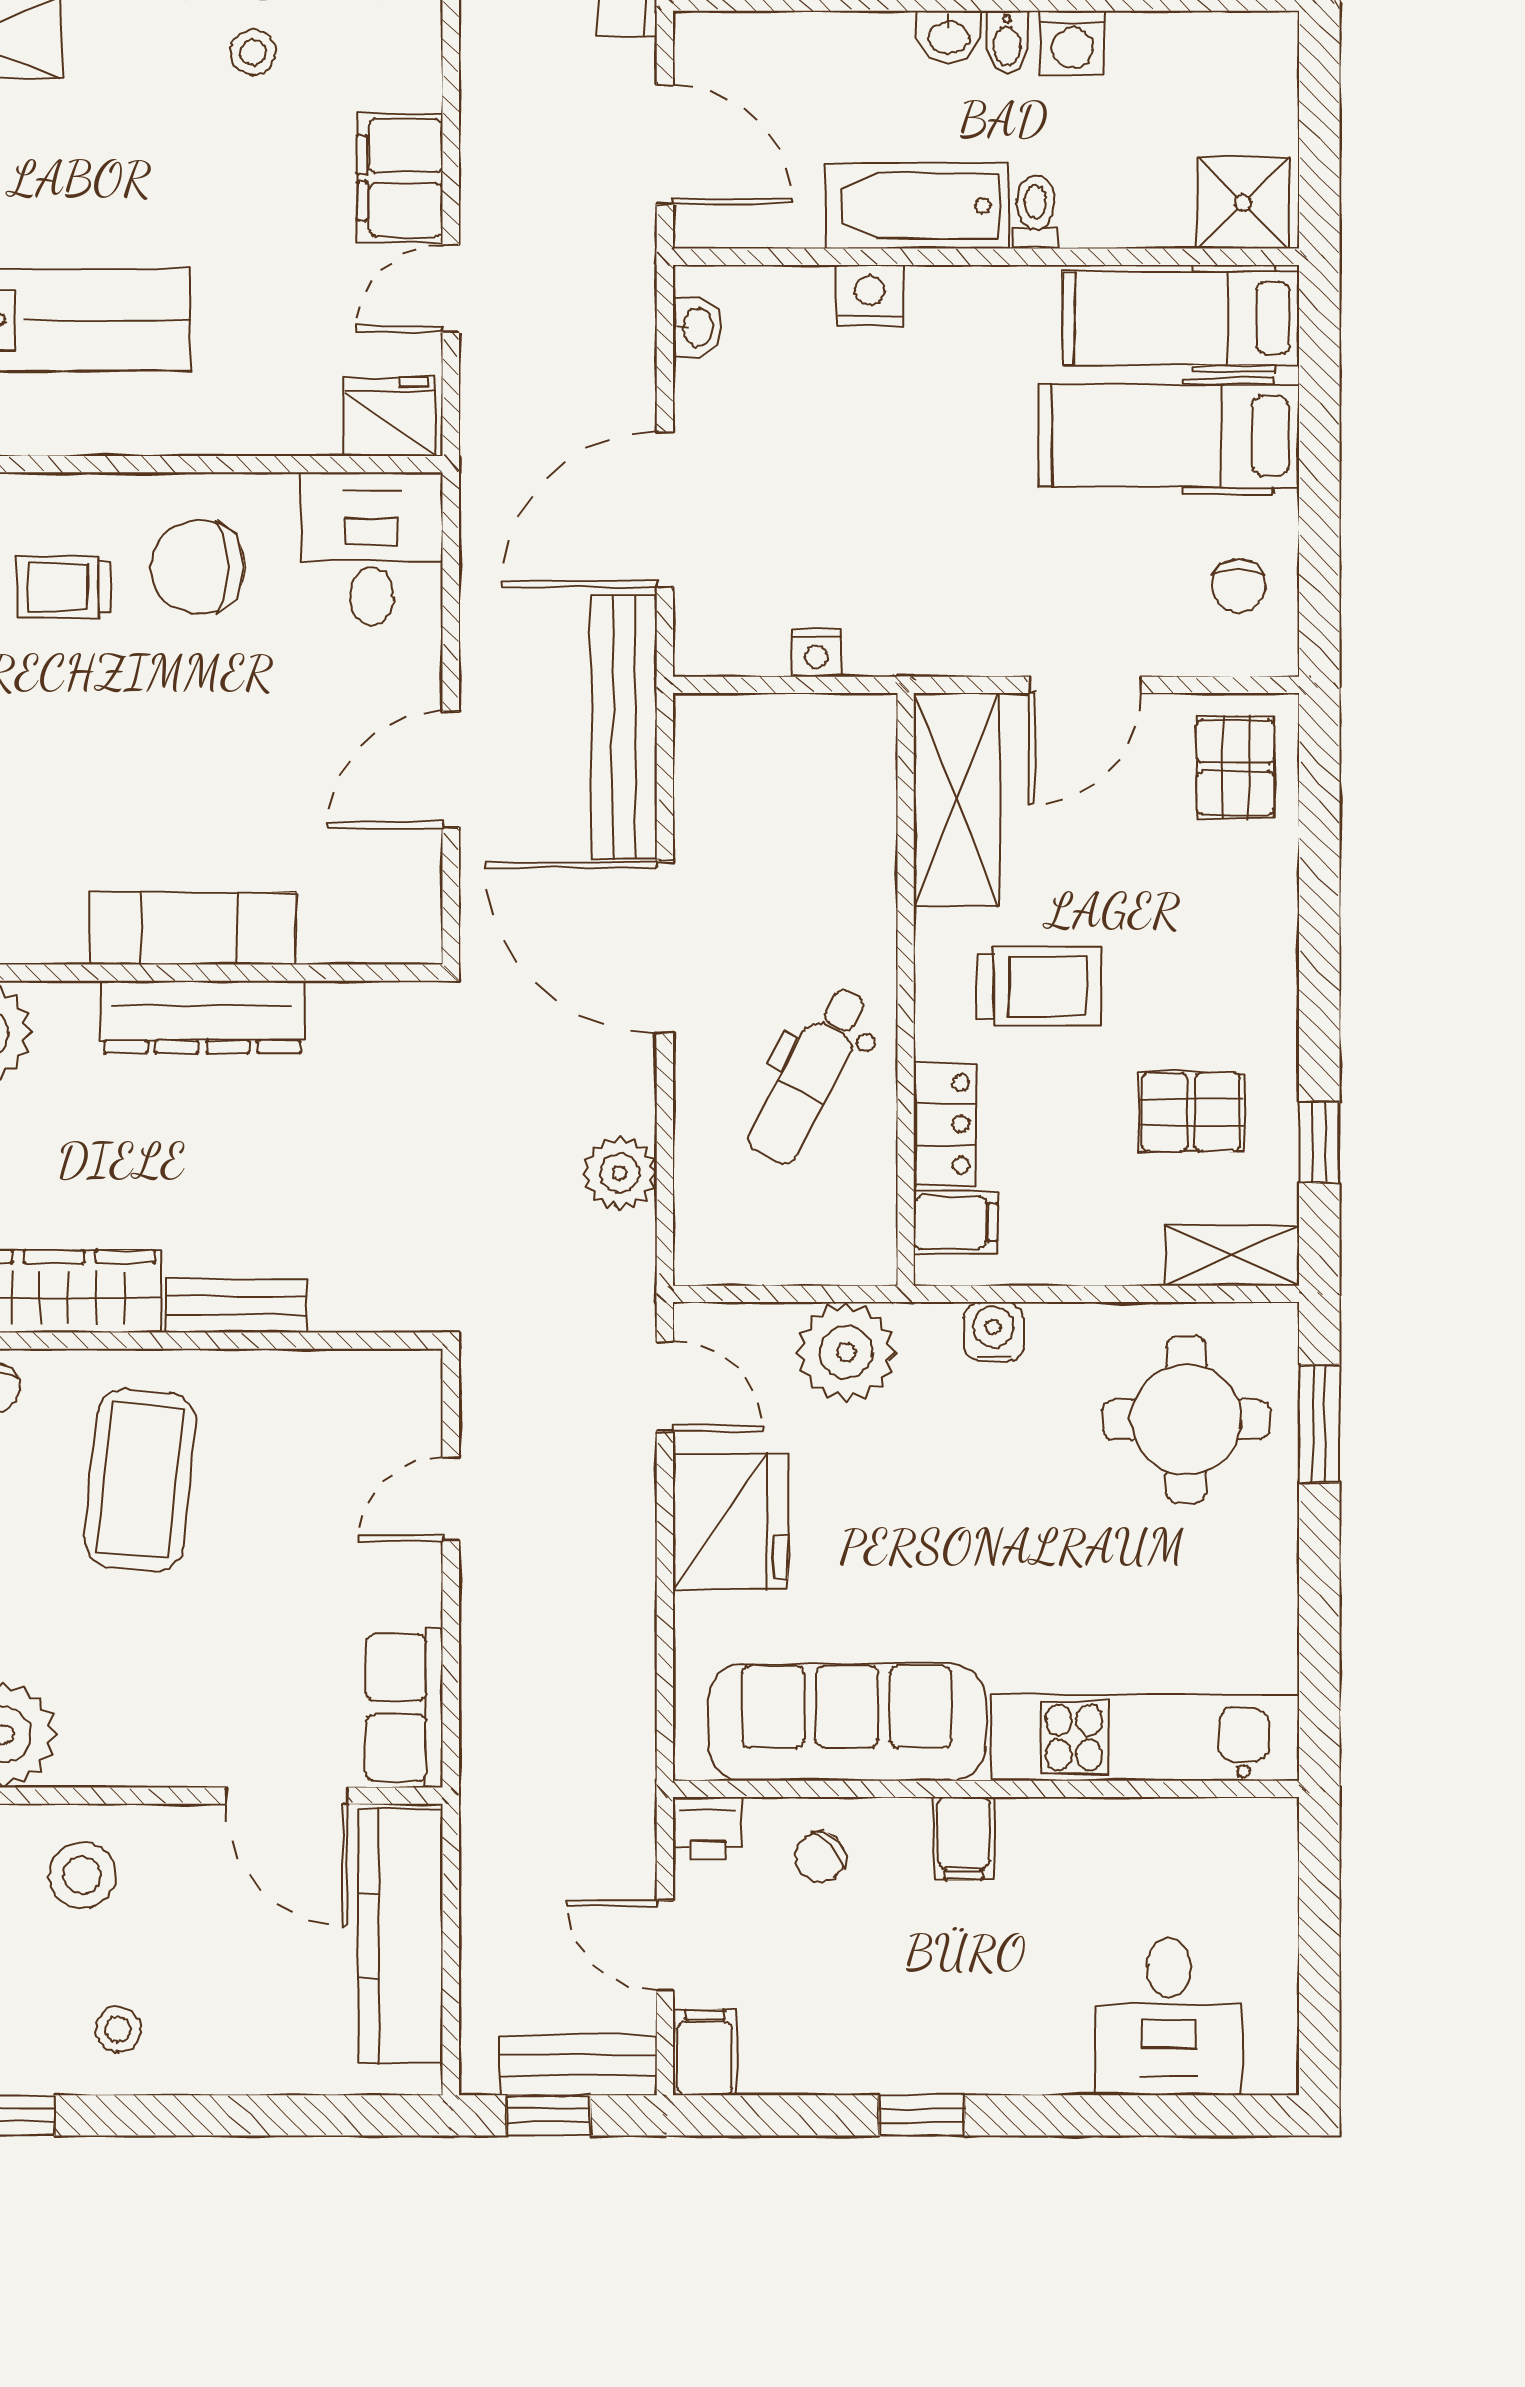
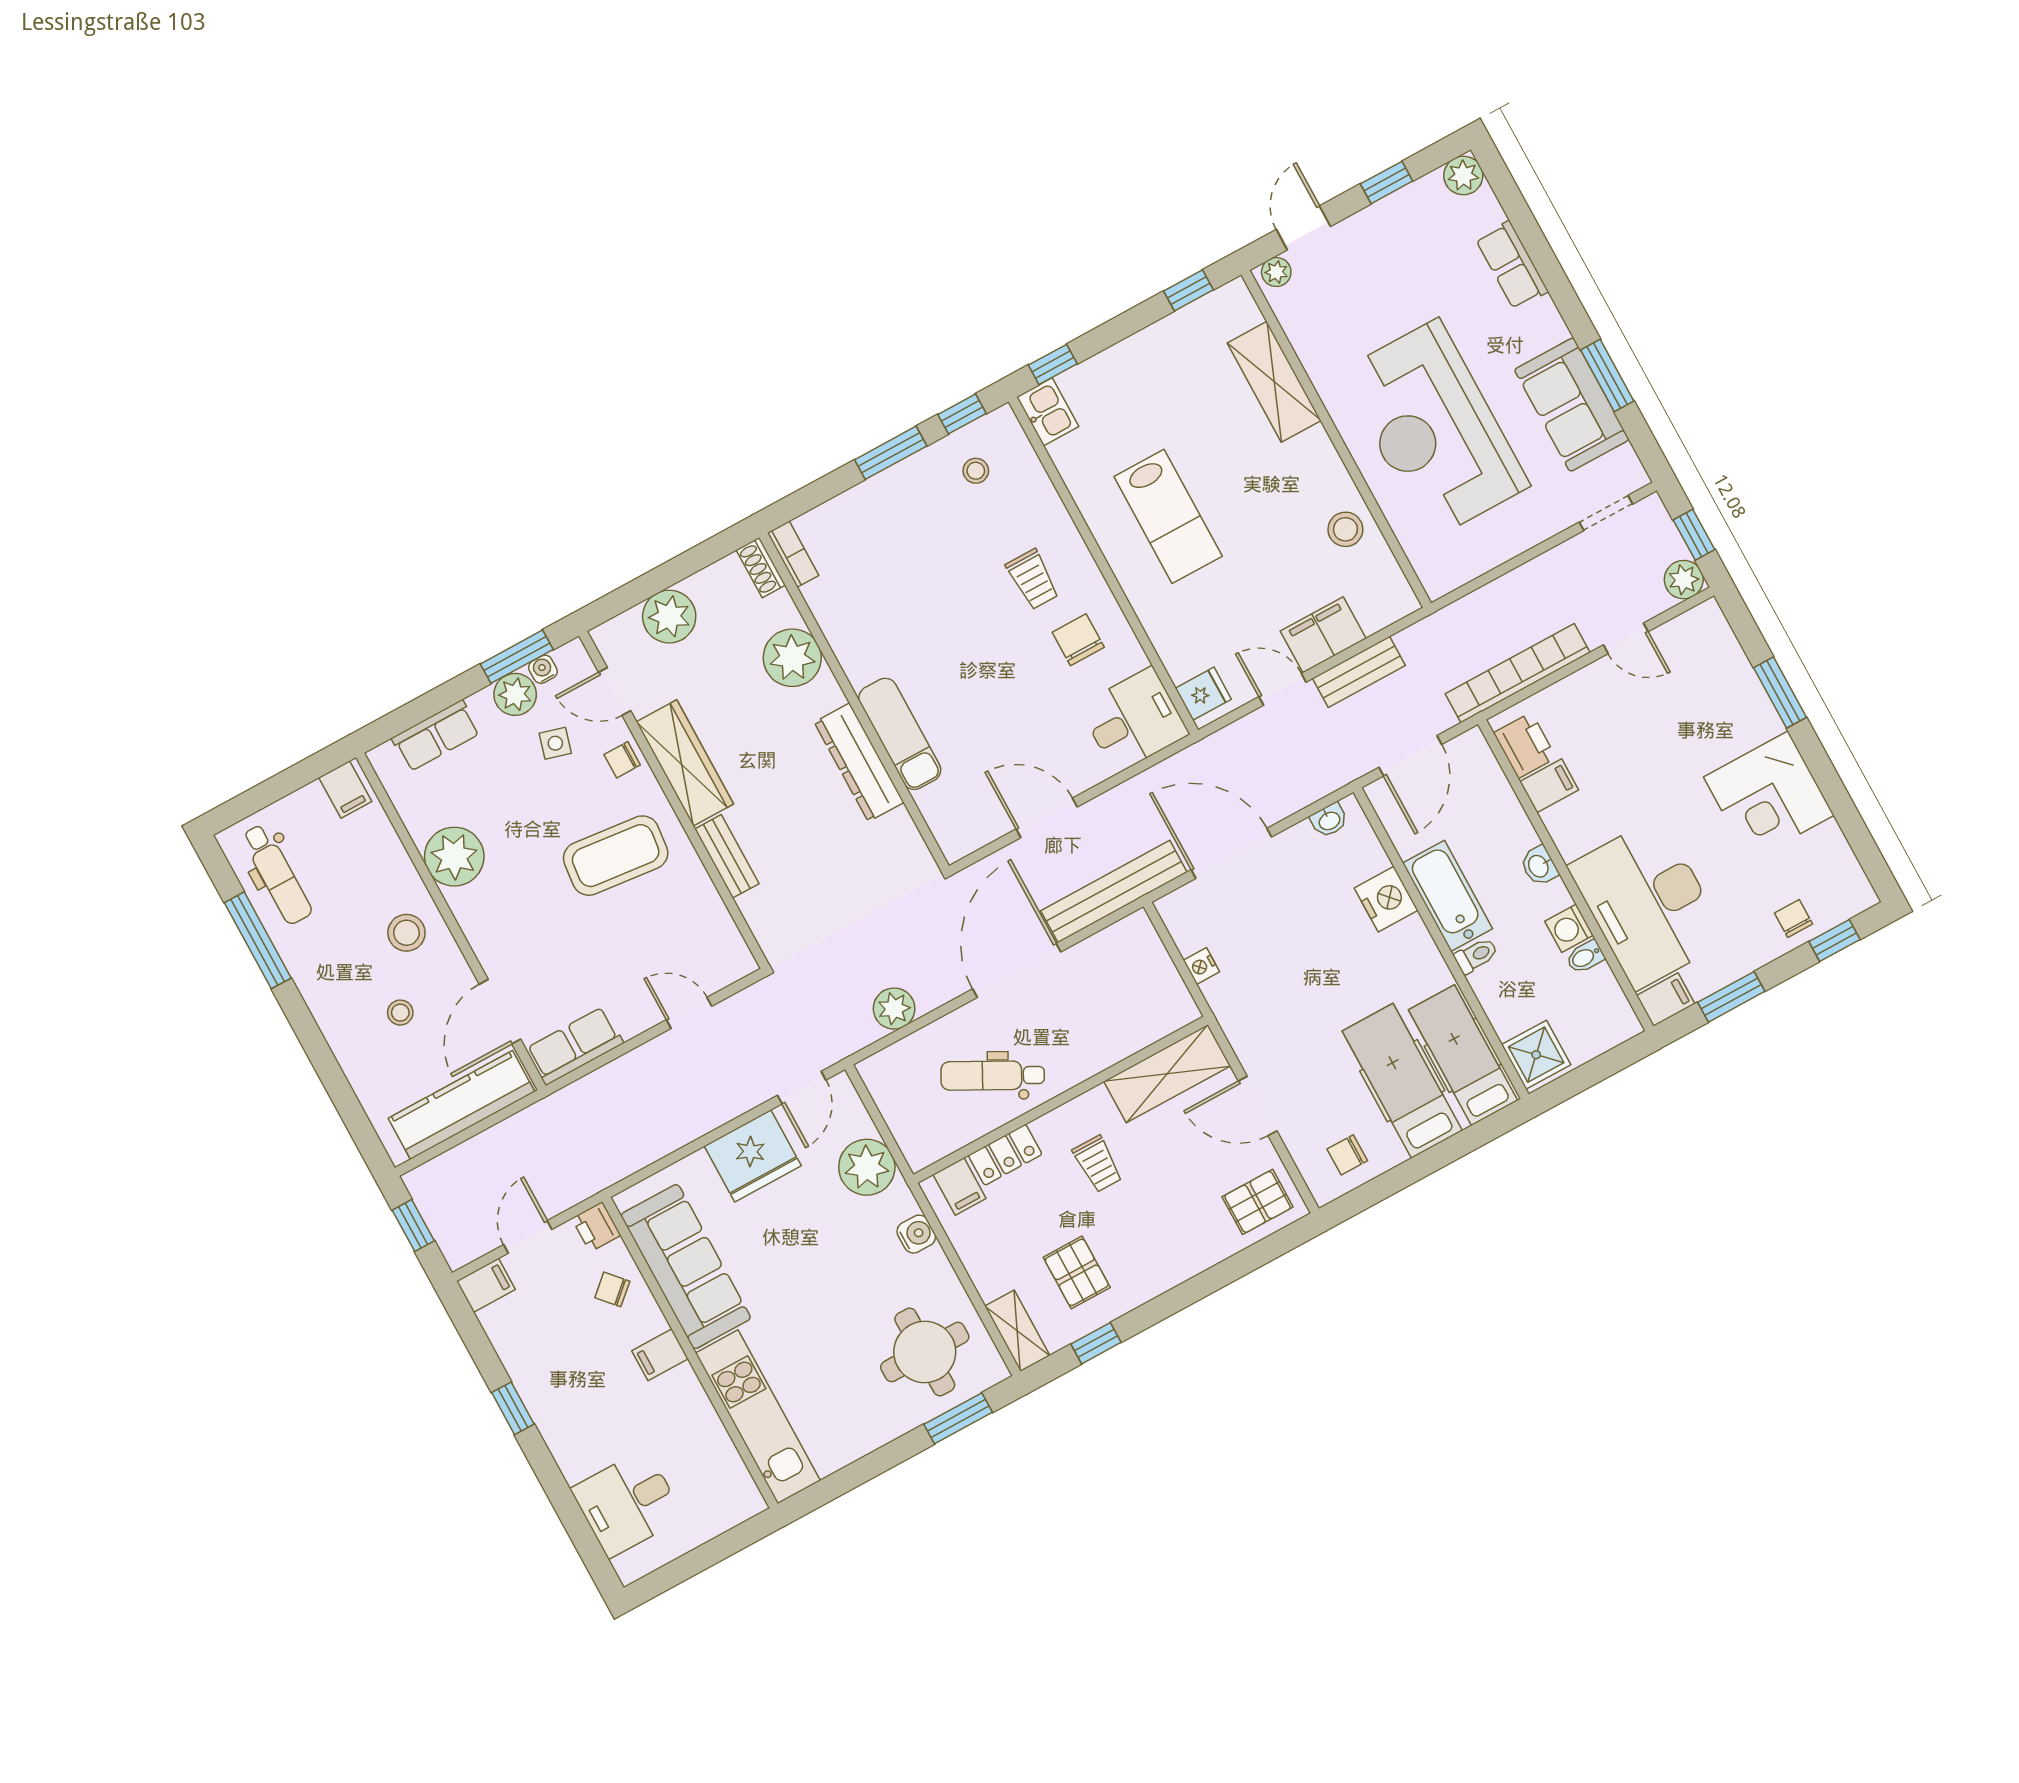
bidet: (1007, 42) -> (1585, 957), moved
stool: (253, 52) -> (1345, 529), width x1.37, depth x1.37
nightstand: (870, 295) -> (1386, 899), width x1.36, depth x1.33
fridge: (390, 417) -> (1203, 694), width x0.72
chair: (198, 567) -> (1078, 640), width x0.73, depth x0.73
trolley: (64, 587) -> (1033, 579), turned 180
trolley: (1039, 986) -> (1098, 1164), width x0.73, depth x0.72
stool: (118, 2029) -> (400, 1013), moved
bench: (578, 2065) -> (1359, 672), moved, turned 90

